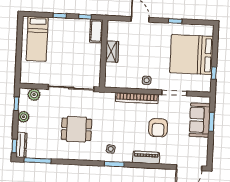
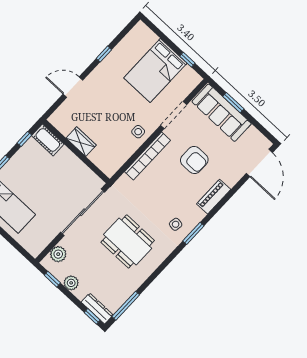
bed: (192, 55) -> (155, 70), width x0.73
sofa: (200, 120) -> (222, 113), width x1.36
dining table: (76, 129) -> (128, 241), width x1.38

